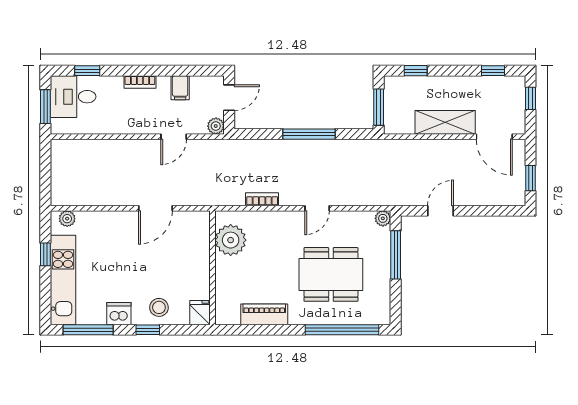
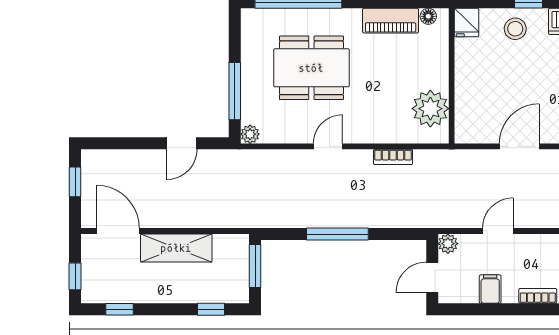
floor lamp: (232, 318) -> (428, 16), added

